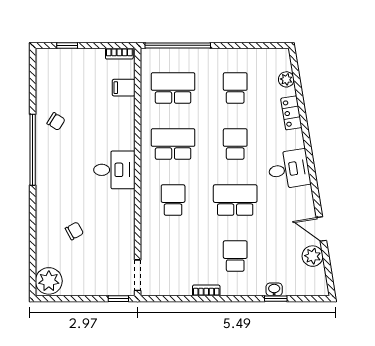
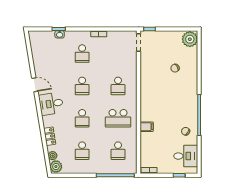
filing cabinet: (124, 88) -> (147, 127), moved
school desk: (173, 88) -> (118, 151), width x0.54
desk: (114, 170) -> (186, 156), moved, turned 180
school desk: (235, 200) -> (82, 86), width x0.54
door: (321, 229) -> (35, 85), moved
plant: (313, 256) -> (56, 167), moved

